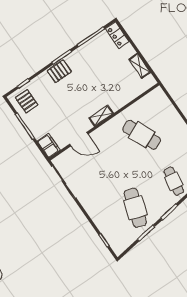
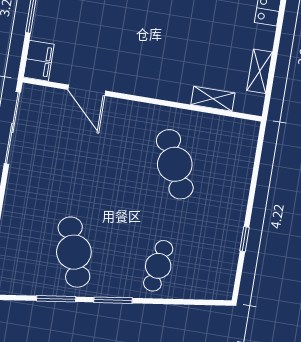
shelving: (101, 116) -> (213, 99), moved
cafe table: (135, 208) -> (74, 252), turned -36

